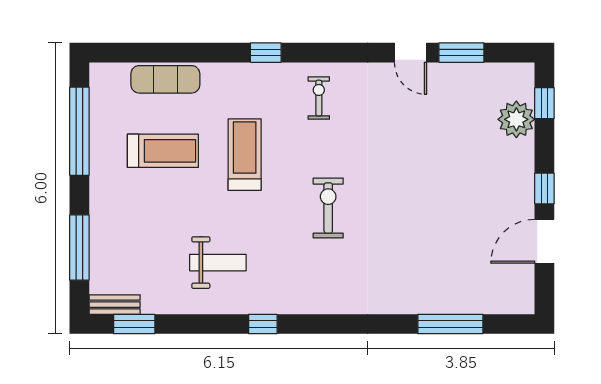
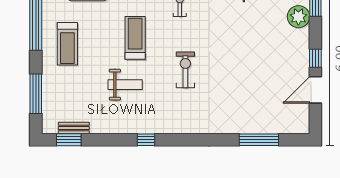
treadmill: (163, 151) -> (67, 44), moved, turned 90
weight bench: (218, 263) -> (125, 85), moved
bench: (115, 305) -> (74, 128), moved

